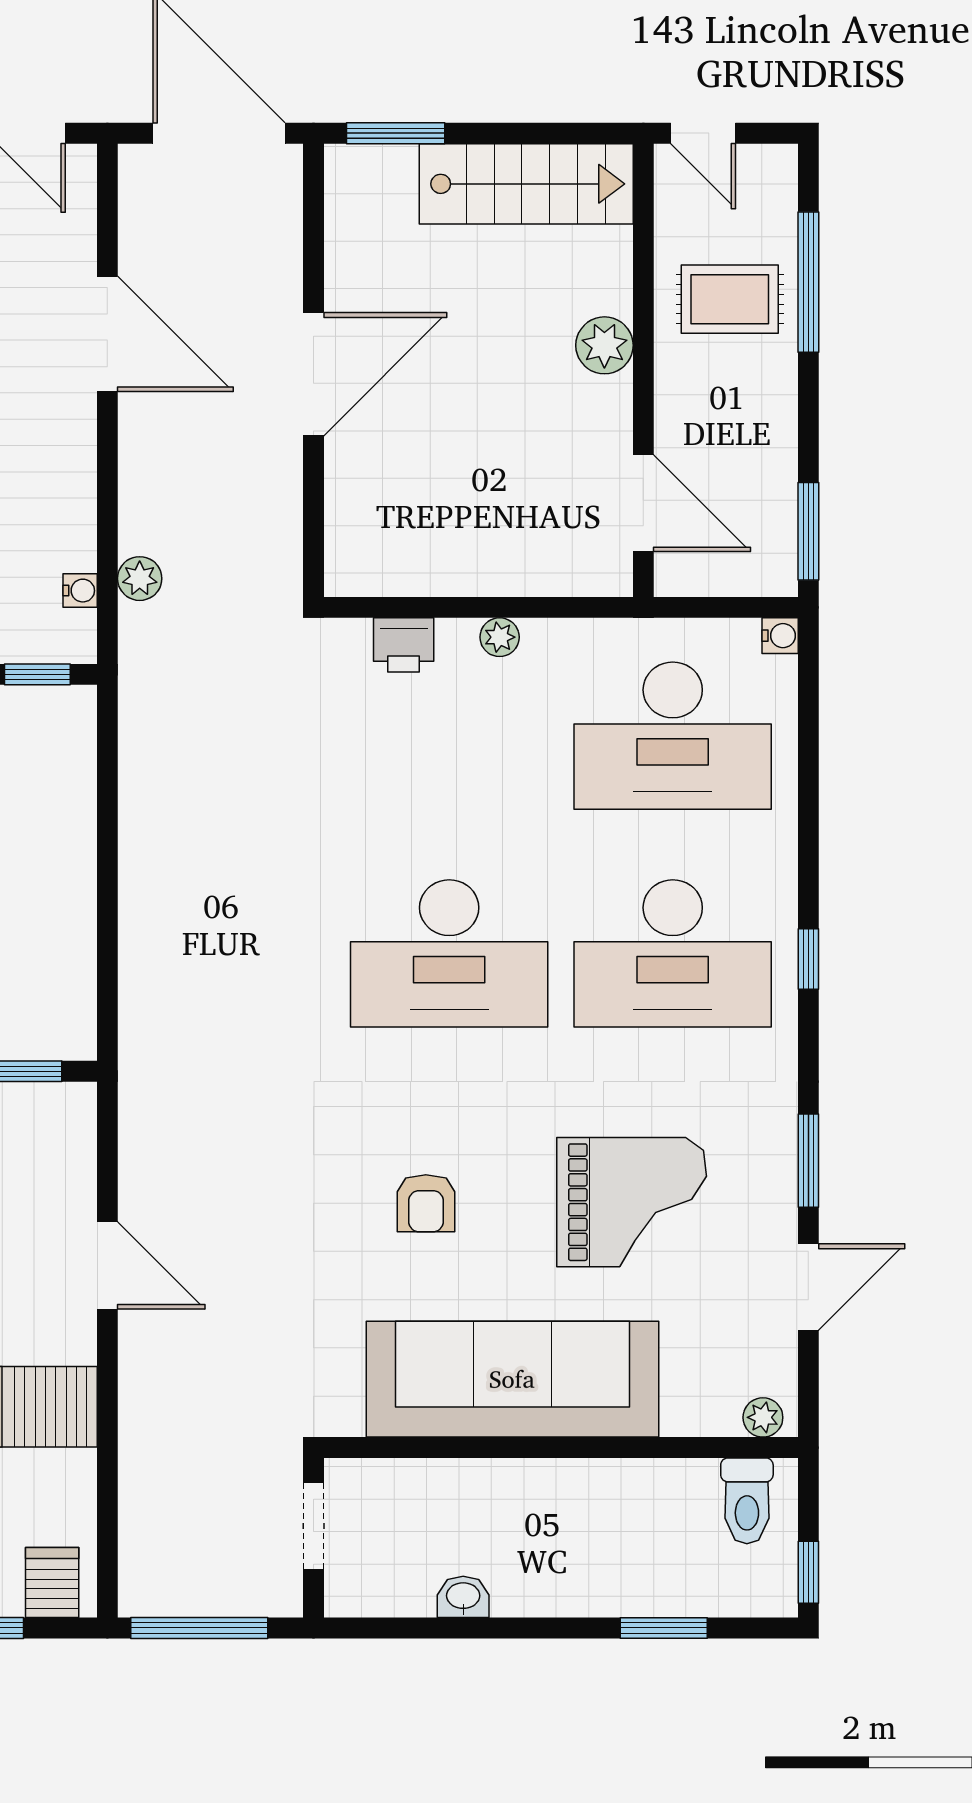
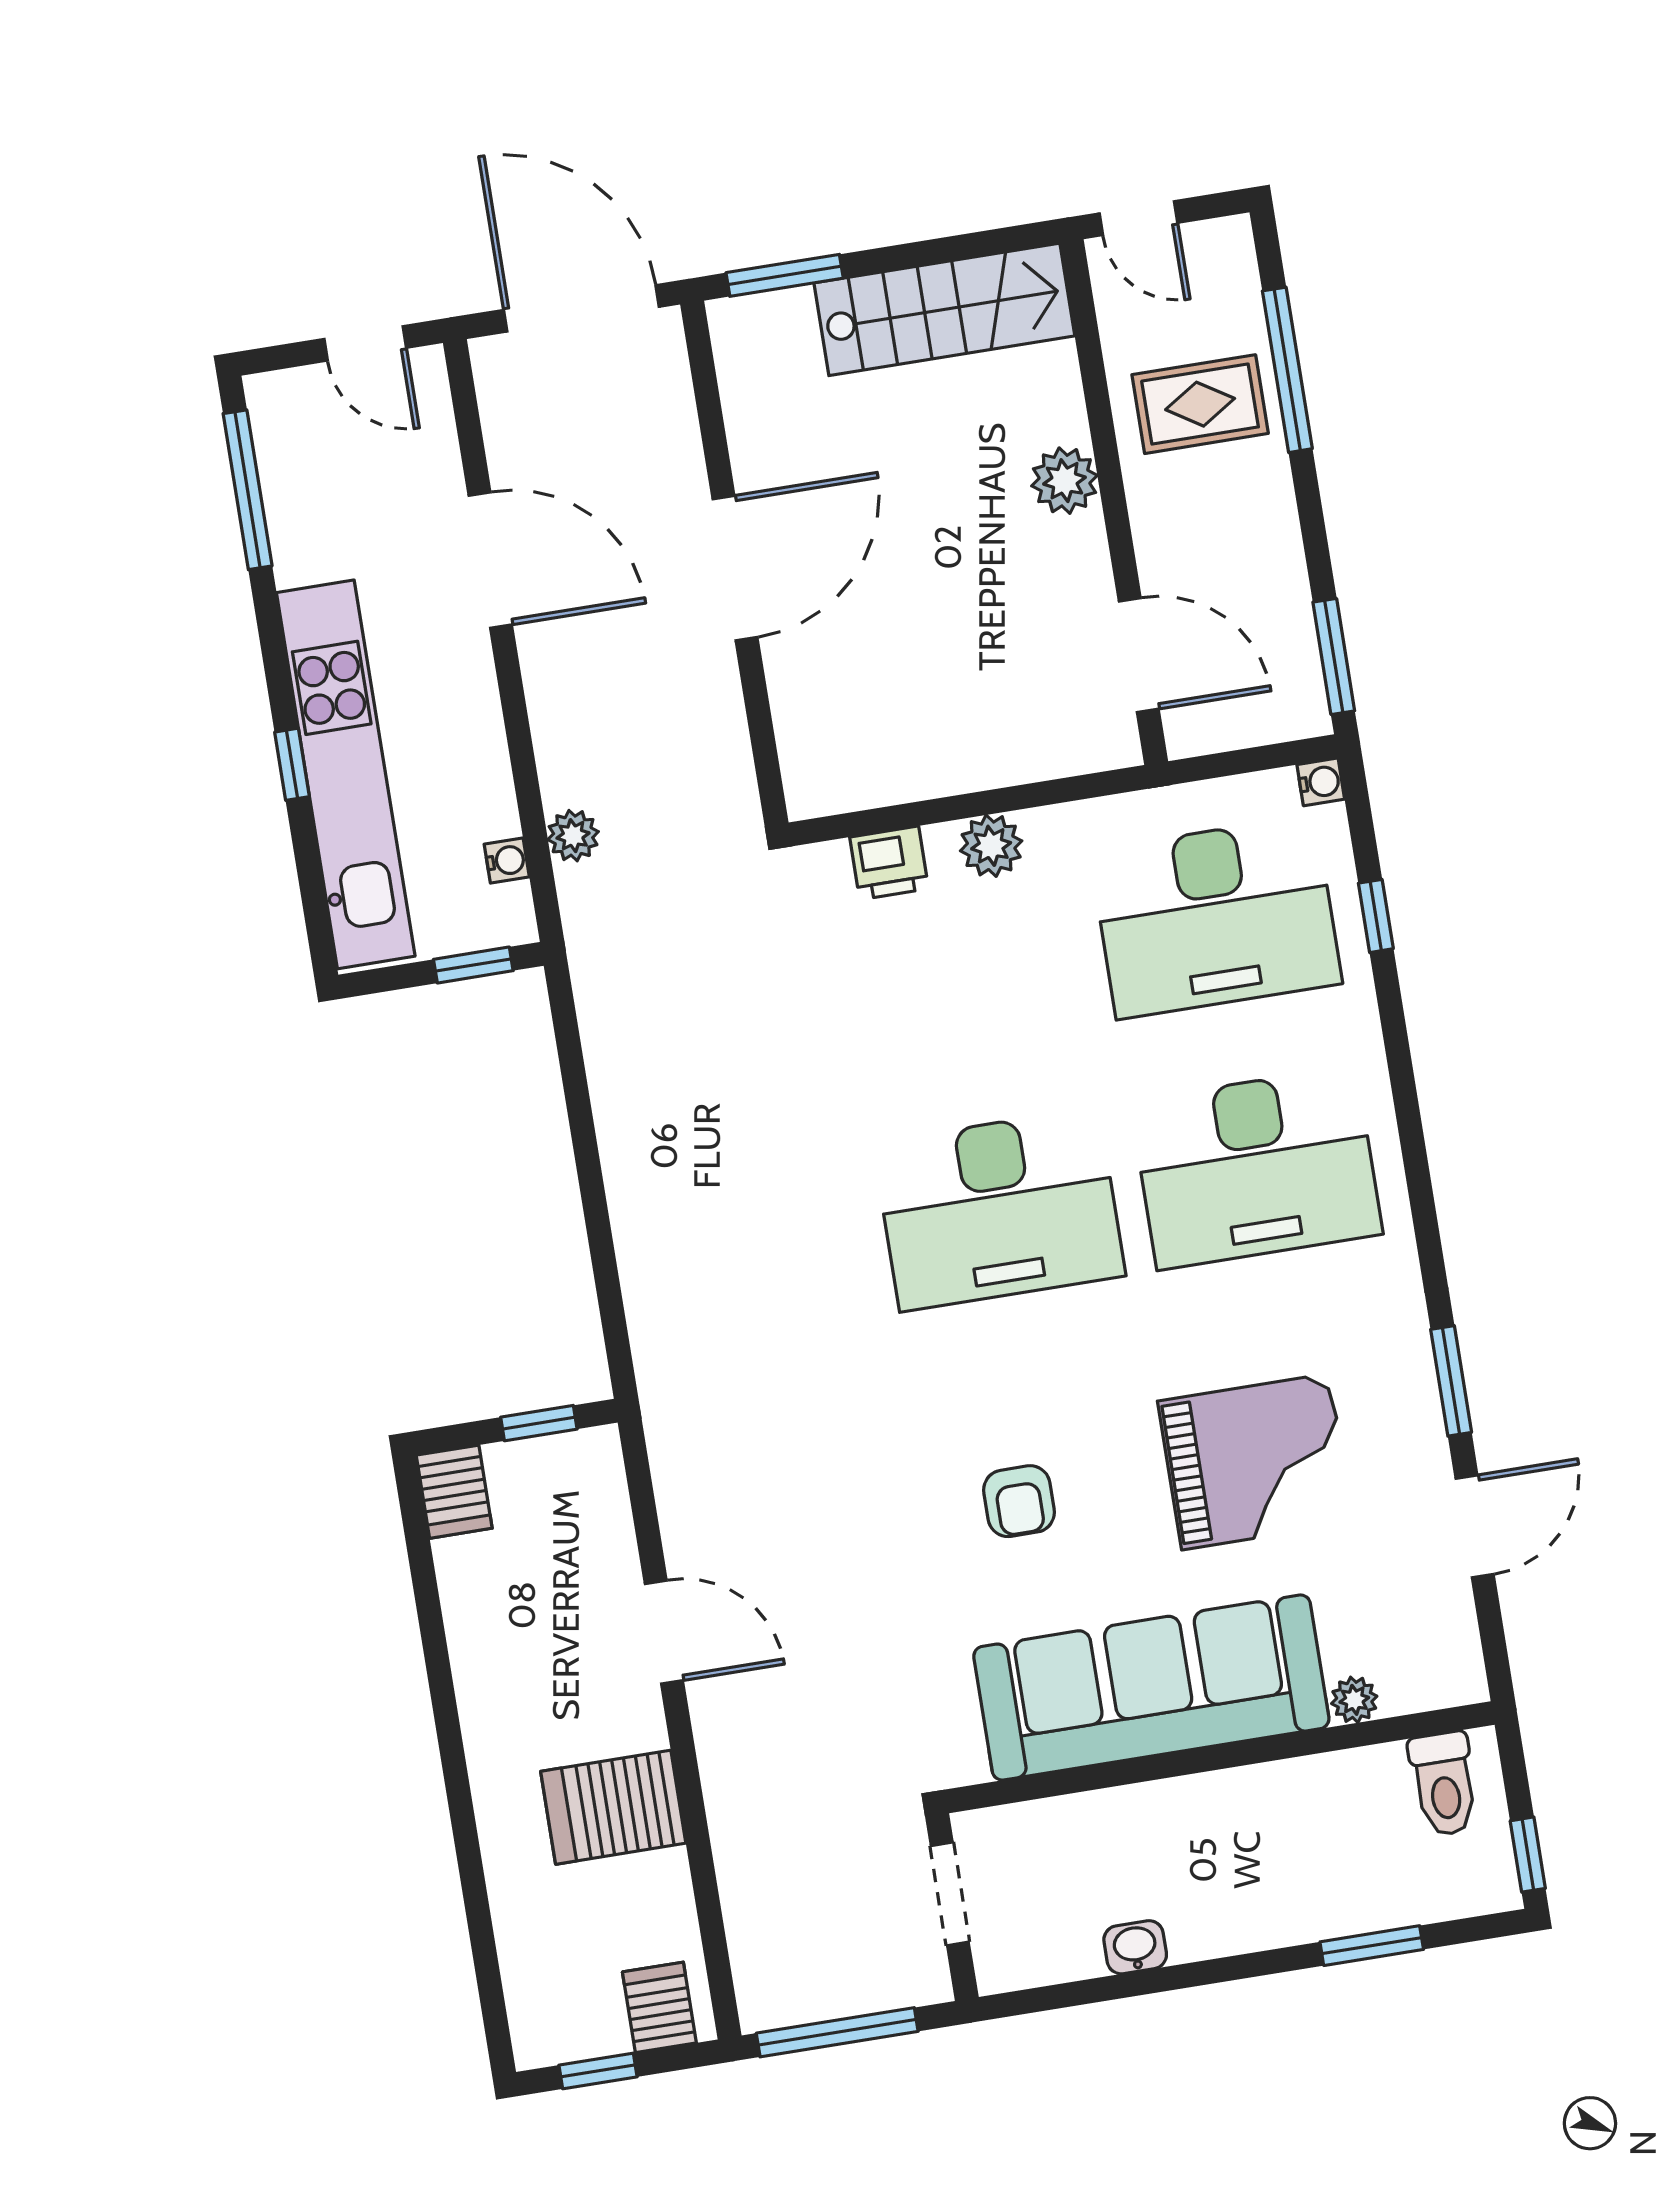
plant: (500, 637) -> (991, 846), width x1.38, depth x1.38
window: (808, 959) -> (1376, 916), moved
plant: (763, 1417) -> (1354, 1700), moved

